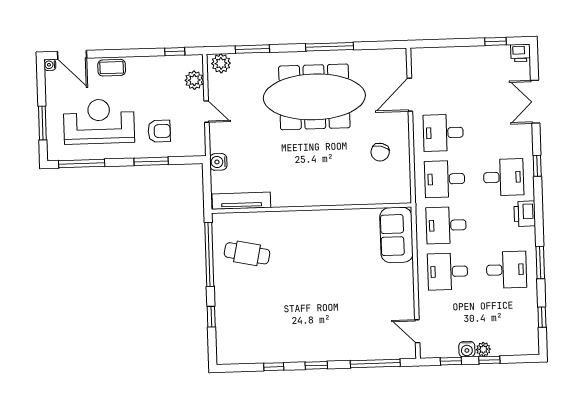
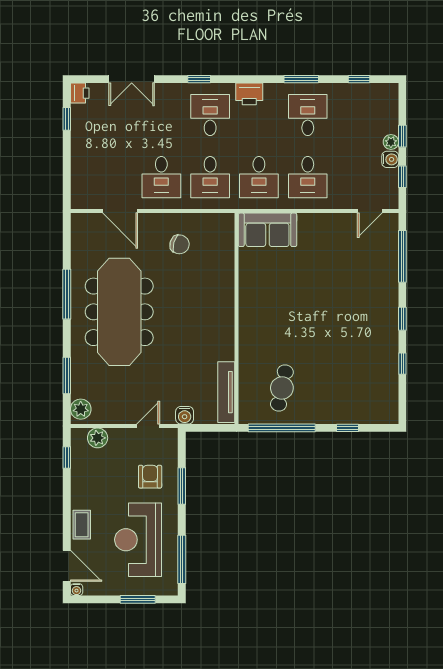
door: (72, 55) -> (67, 566), hinge flipped
door: (207, 112) -> (148, 426), moved

